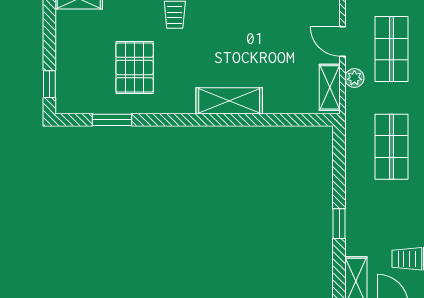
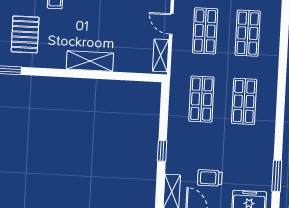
plant: (354, 78) -> (178, 50), removed

